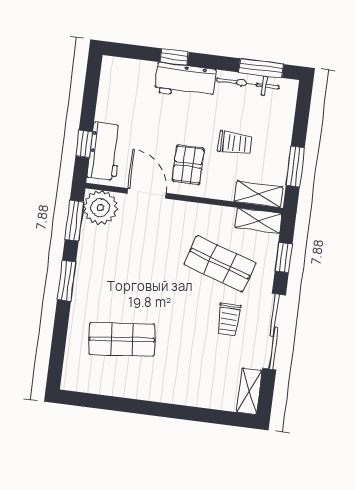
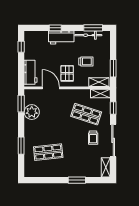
window: (84, 144) -> (21, 47), moved
plant: (100, 207) -> (32, 112), moved
window: (67, 281) -> (21, 146), moved
window: (179, 412) -> (77, 180), added

